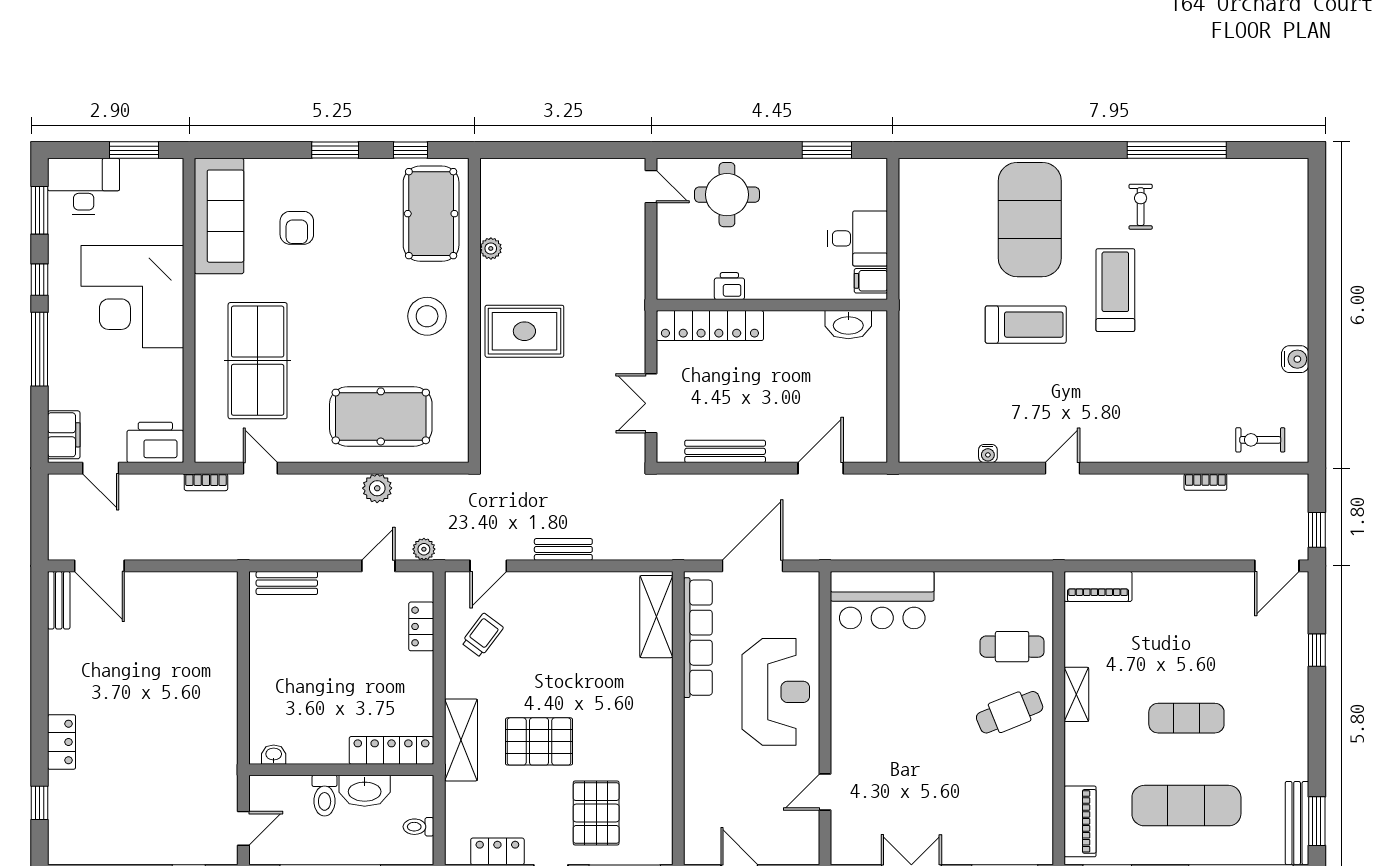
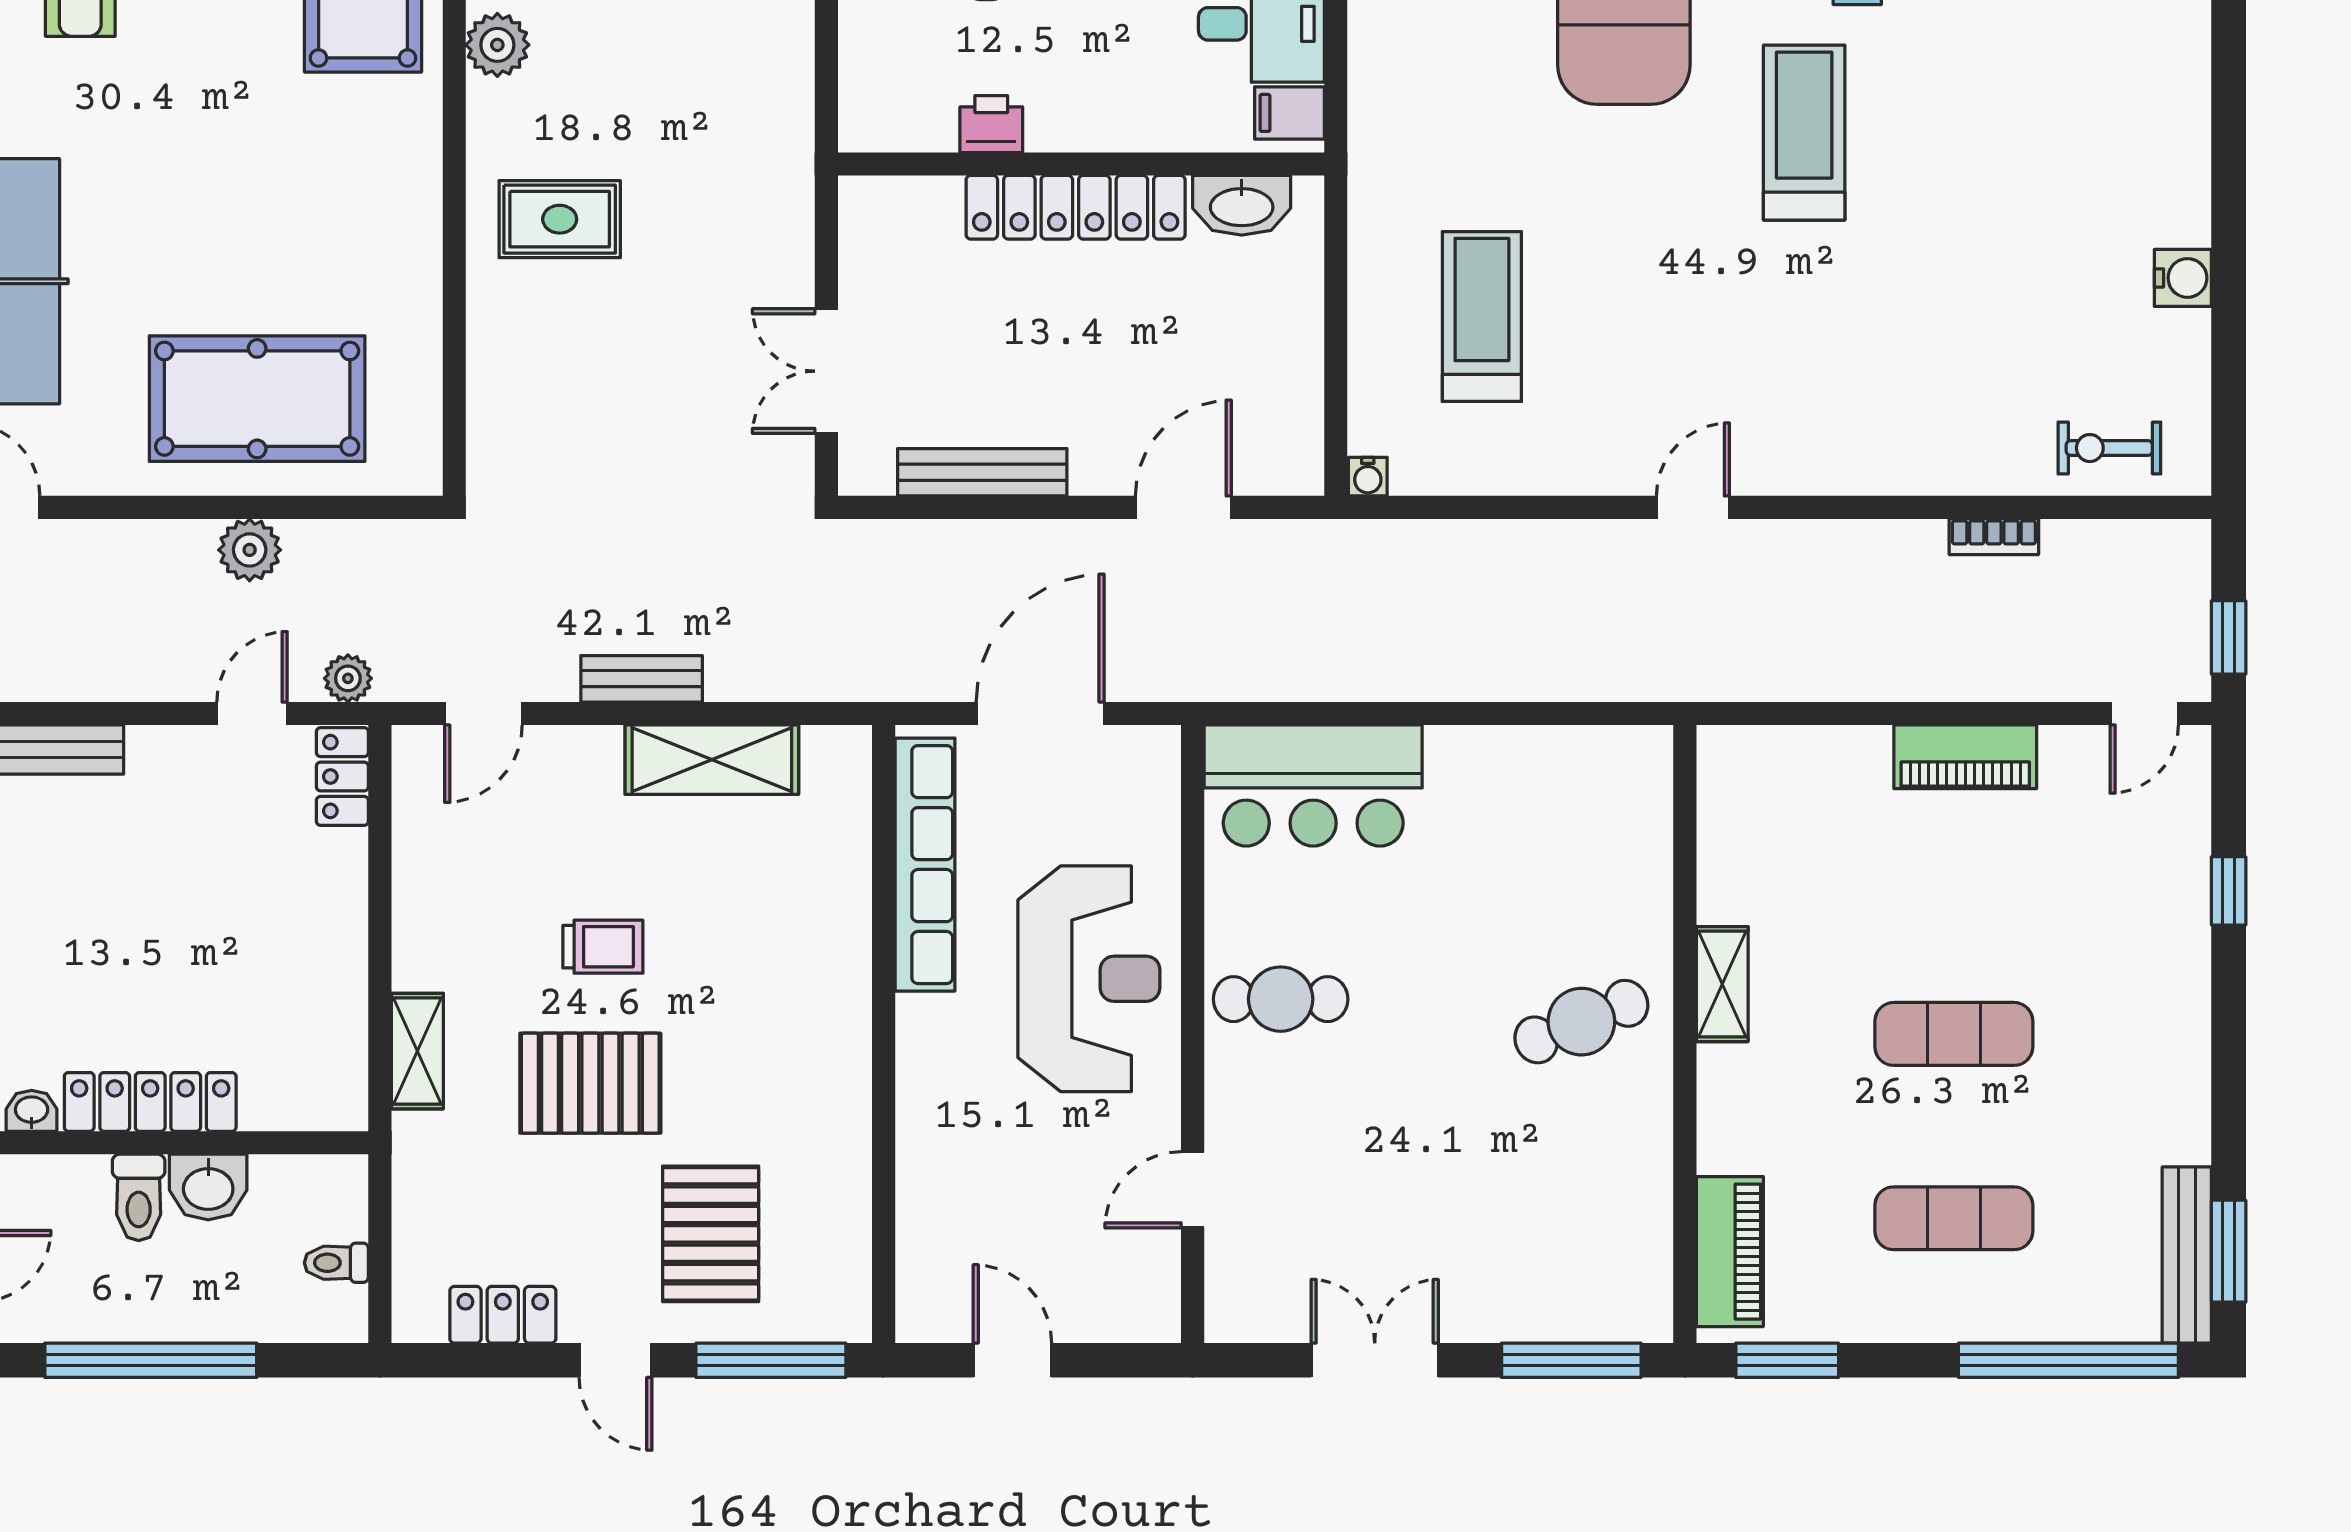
plant: (491, 248) -> (497, 45), width x1.38, depth x1.38
stool: (427, 316) -> (355, 188), removed
treadmill: (1026, 325) -> (1482, 316), moved, turned -90
locker: (710, 326) -> (1076, 207), moved
rug: (524, 331) -> (560, 219), width x0.73, depth x0.70
water cooler: (988, 453) -> (1368, 477), moved
door: (1277, 566) -> (2144, 713), width x0.73
piano: (1098, 586) -> (1965, 757), moved
shelving: (656, 617) -> (712, 760), moved, turned 90
locker: (421, 626) -> (342, 776), moved
trolley: (482, 635) -> (603, 947), moved, turned 53
cafe table: (1012, 647) -> (1281, 999), moved
shelving: (461, 740) -> (417, 1051), width x0.67, depth x0.75
locker: (391, 750) -> (150, 1102), moved
washbasin: (365, 791) -> (208, 1187), width x0.72
exercise mat: (1186, 806) -> (1954, 1218), width x0.73, depth x0.69

